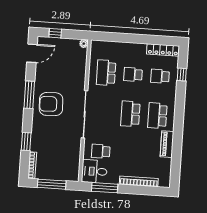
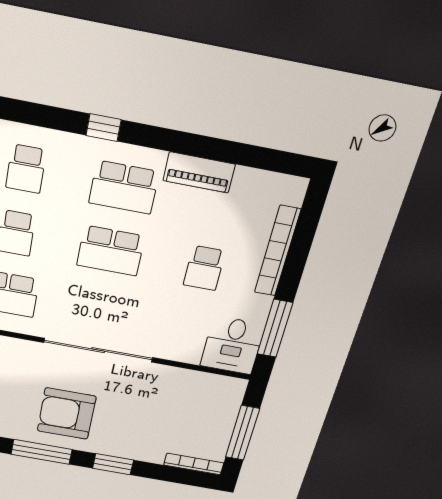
window: (182, 75) -> (104, 128), moved
armchair: (51, 104) -> (67, 414), turned 92
window: (26, 141) -> (113, 464), moved
school desk: (101, 151) -> (204, 268), moved

